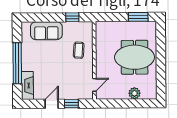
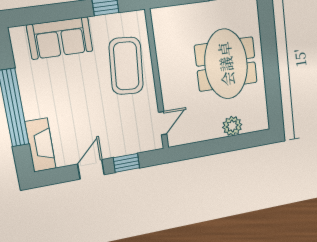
coffee table: (79, 50) -> (126, 66), width x1.86, depth x1.72
meeting table: (135, 57) -> (226, 64), turned 90

